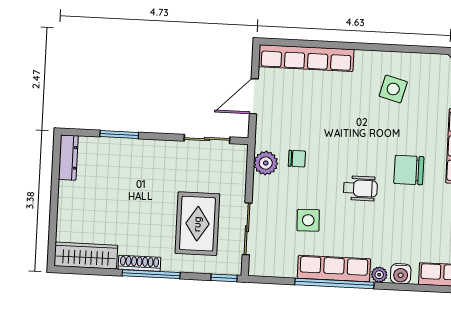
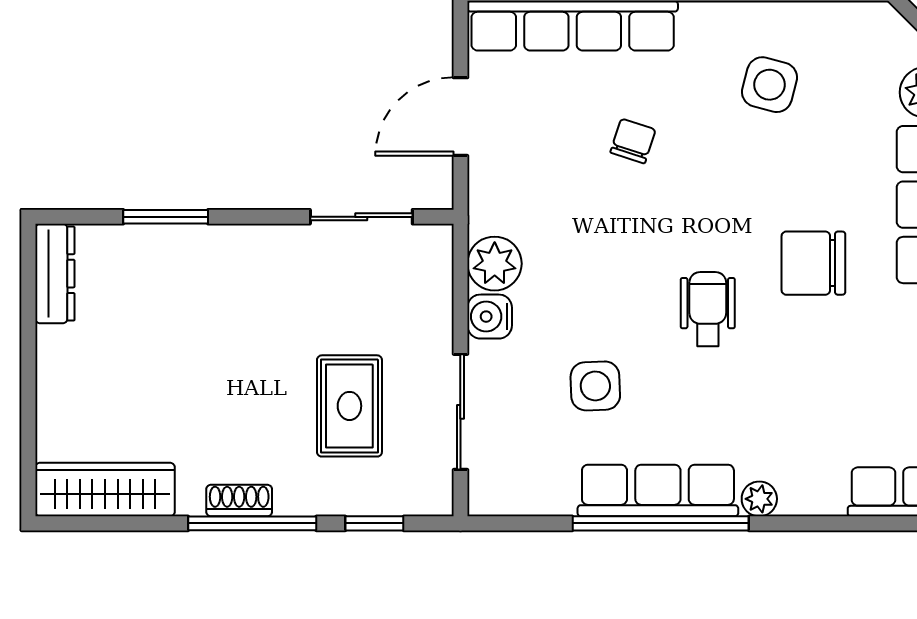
chair: (297, 159) -> (633, 141), moved, turned -72
wheelchair: (360, 188) -> (708, 309), turned -90
rug: (197, 224) -> (349, 406), width x0.73, depth x0.70
shoe rack: (139, 263) -> (239, 501), width x0.70
water cooler: (401, 274) -> (490, 317), moved, turned 90
window: (224, 278) -> (374, 523), moved

